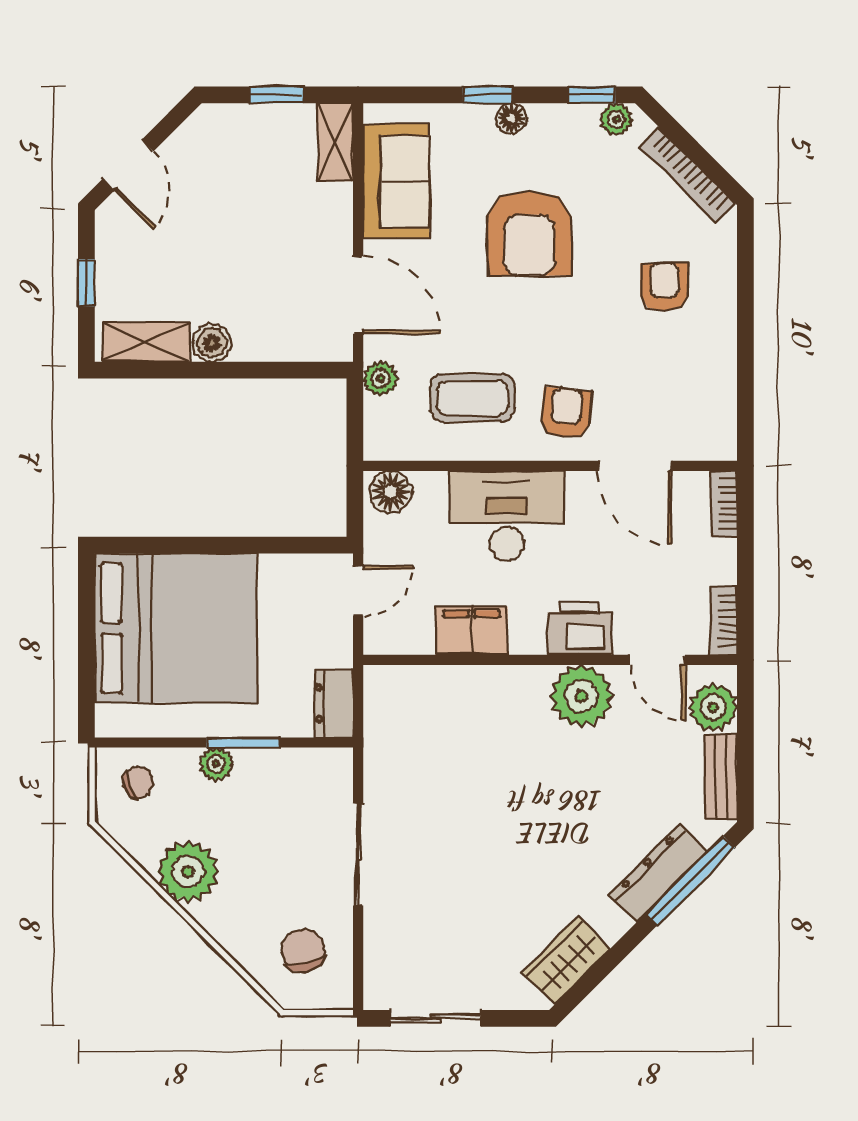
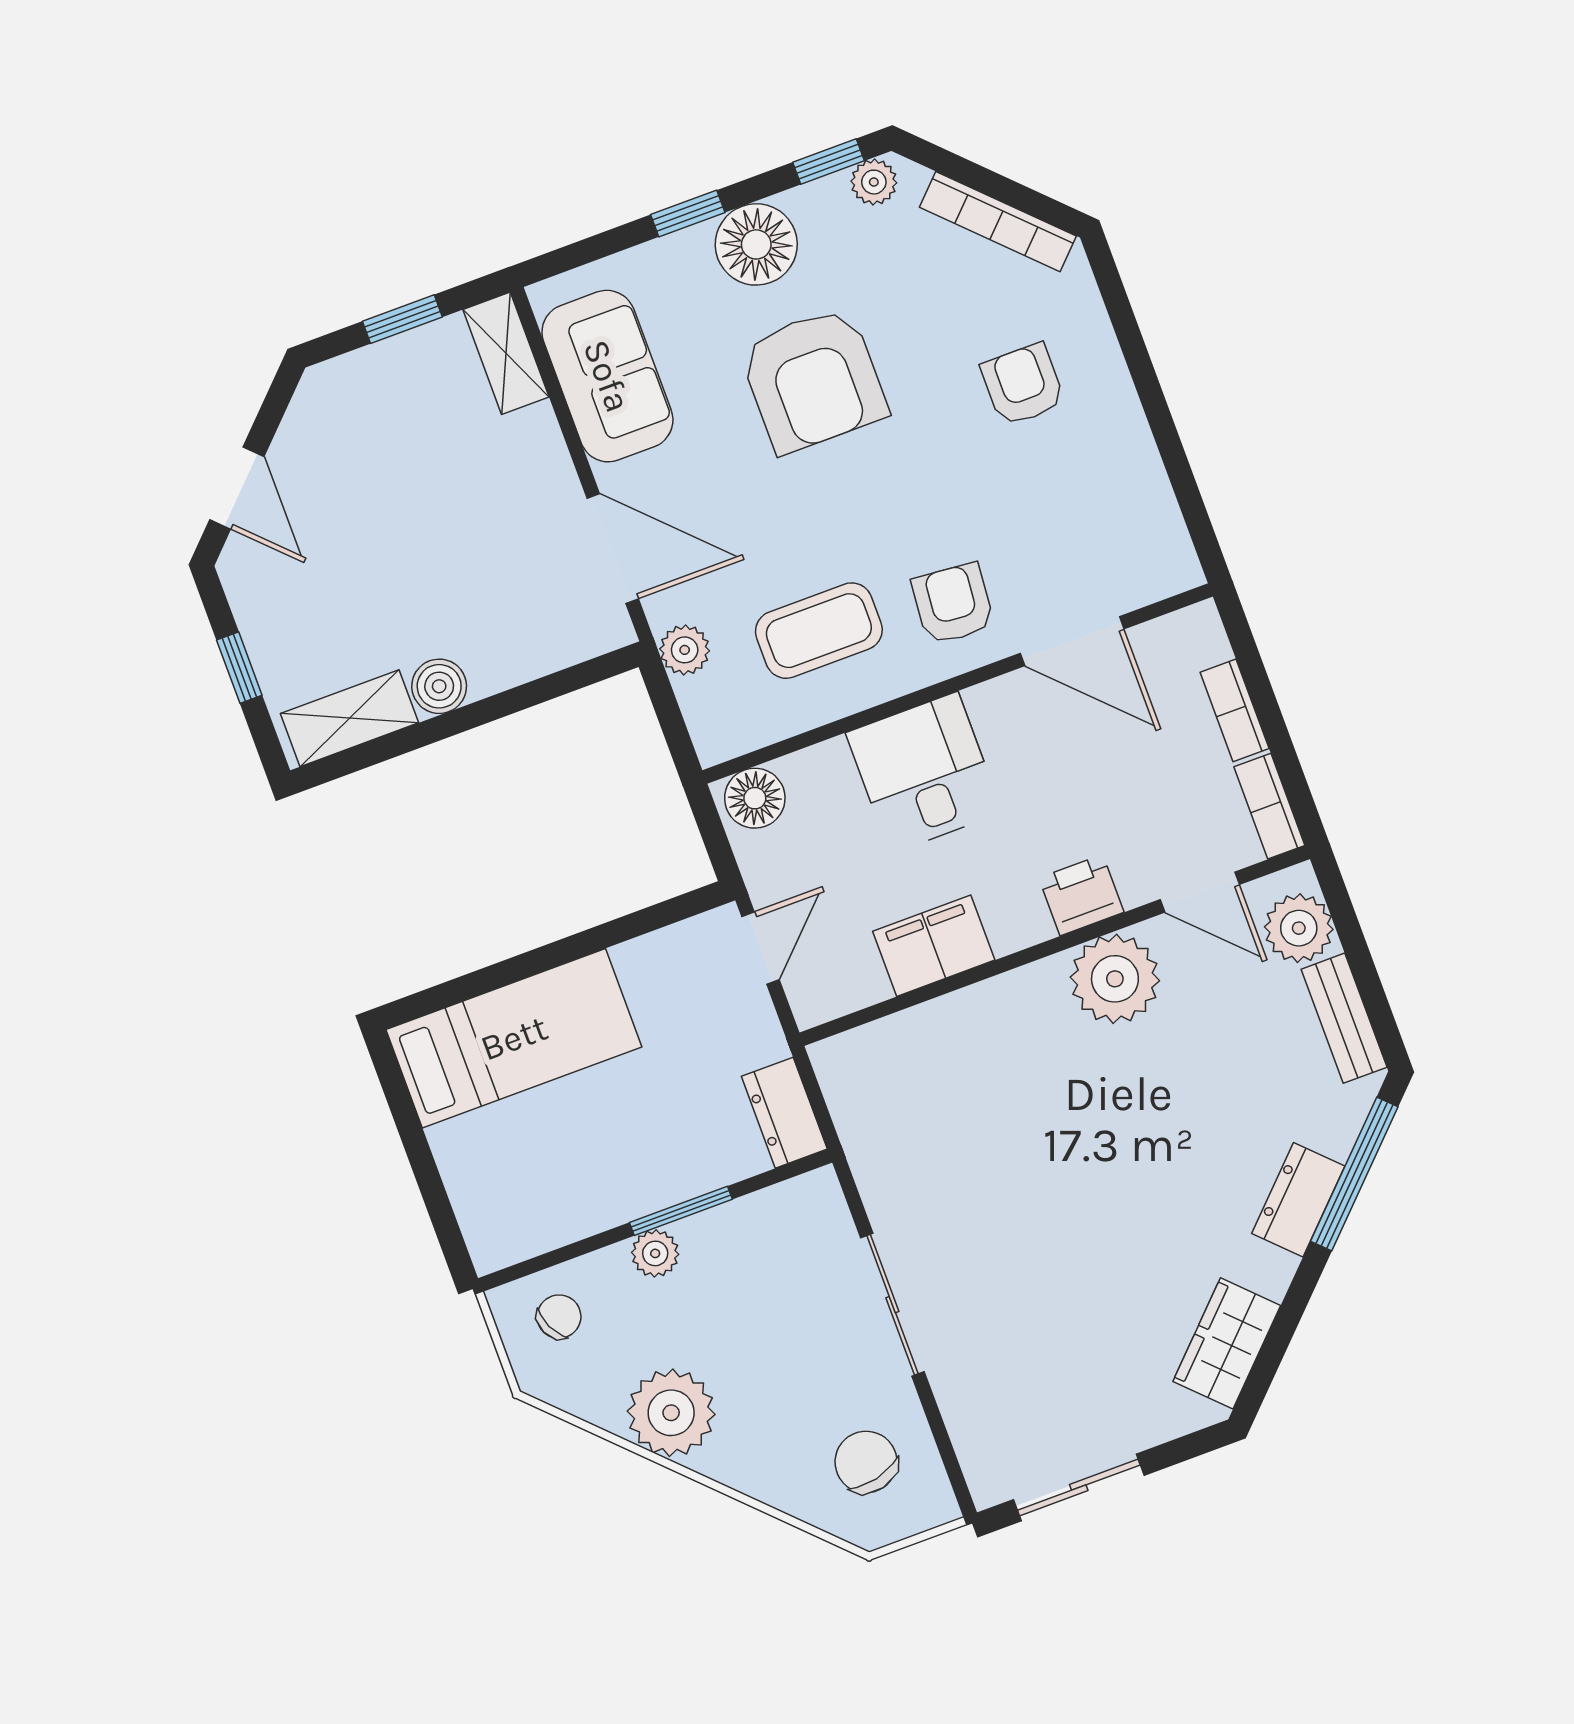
floor lamp: (511, 118) -> (756, 244), width x1.89, depth x1.89
bookcase: (724, 504) -> (1235, 710), moved
desk: (507, 516) -> (924, 773), width x0.73
bed: (176, 628) -> (514, 1038), width x0.49
printer: (580, 628) -> (1081, 895), width x0.73, depth x0.81
dresser: (658, 873) -> (1298, 1200), width x0.70

